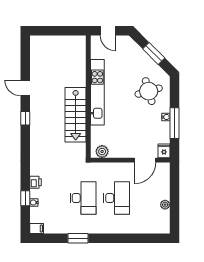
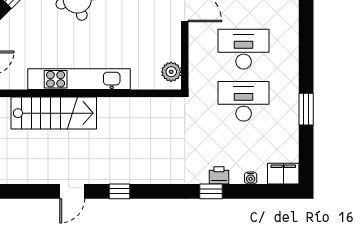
stairs: (76, 115) -> (54, 113), moved
window: (25, 198) -> (211, 191), moved
filing cabinet: (37, 228) -> (283, 174), width x2.00

